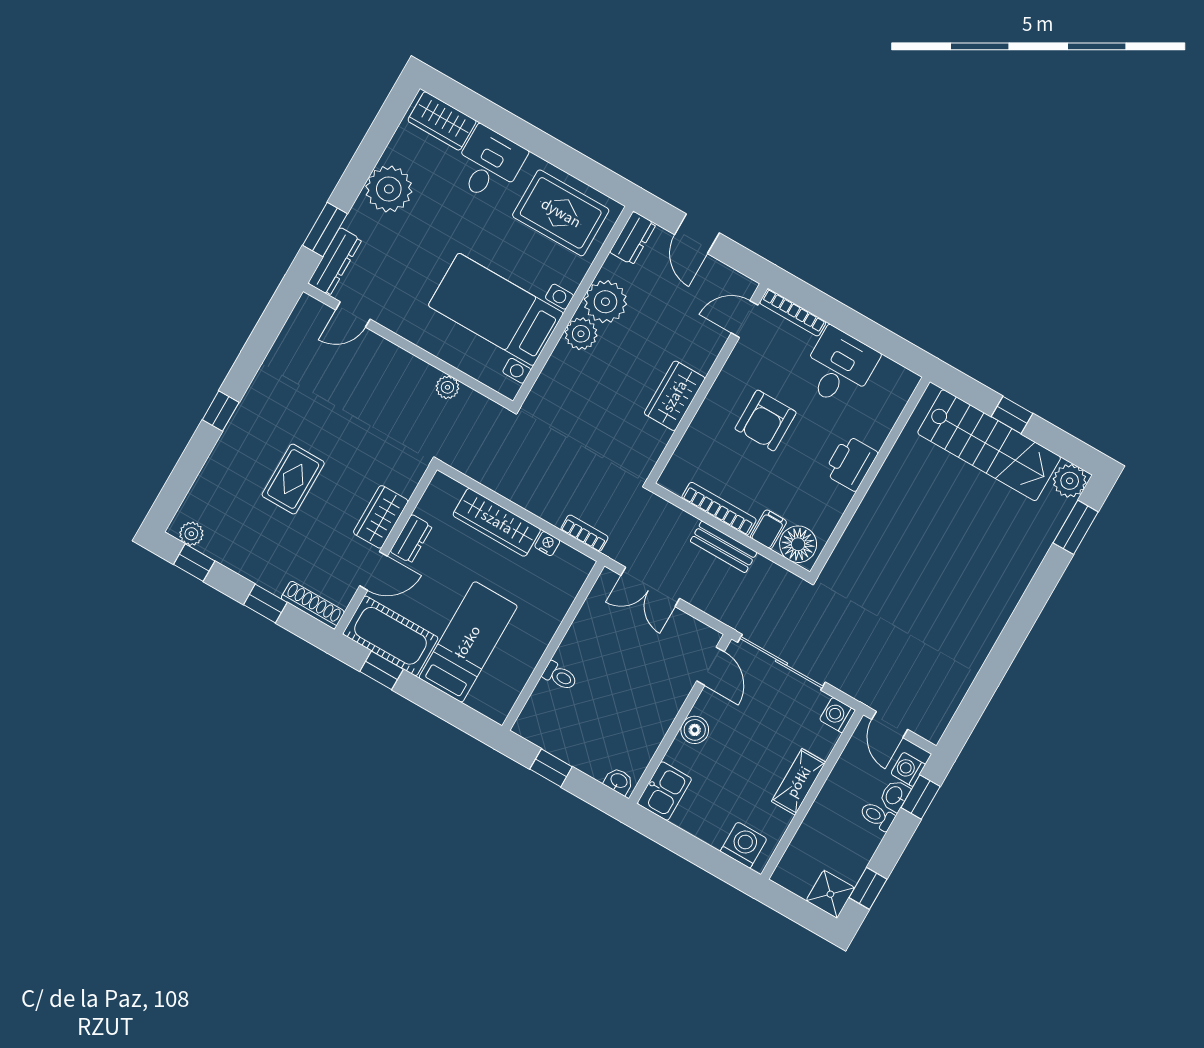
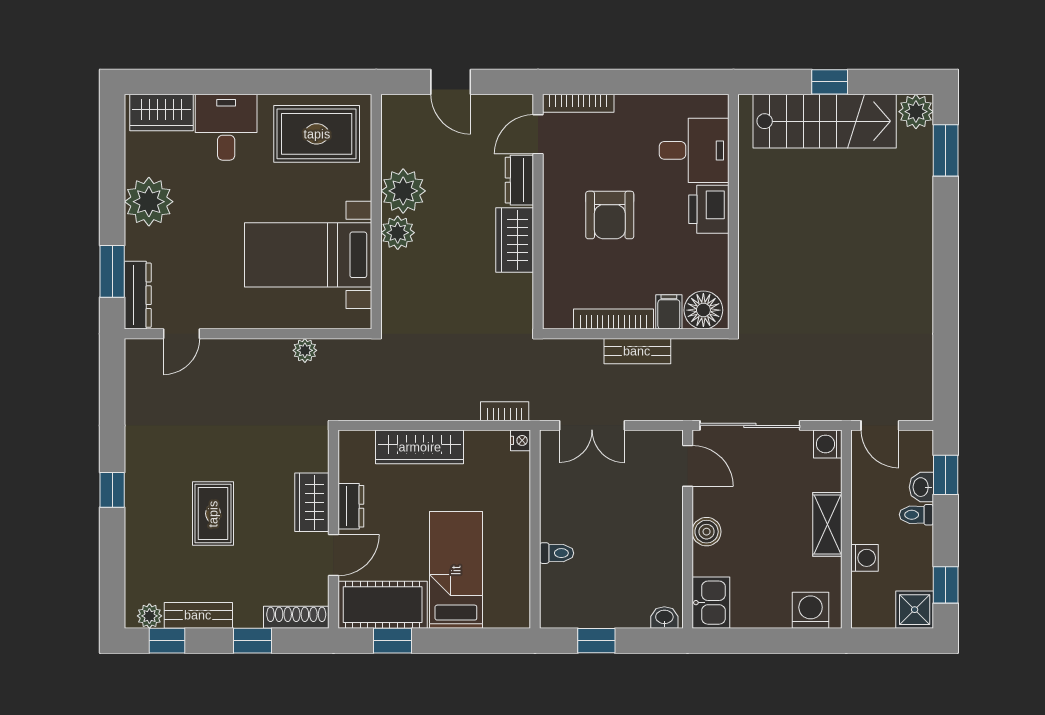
dresser: (633, 238) -> (519, 180), moved, turned 180
desk: (839, 367) -> (694, 150), moved, turned 90
nightstand: (547, 544) -> (521, 440), moved, turned 90
bench: (232, 557) -> (198, 615), added
washing machine: (908, 769) -> (864, 558), moved, turned 180

